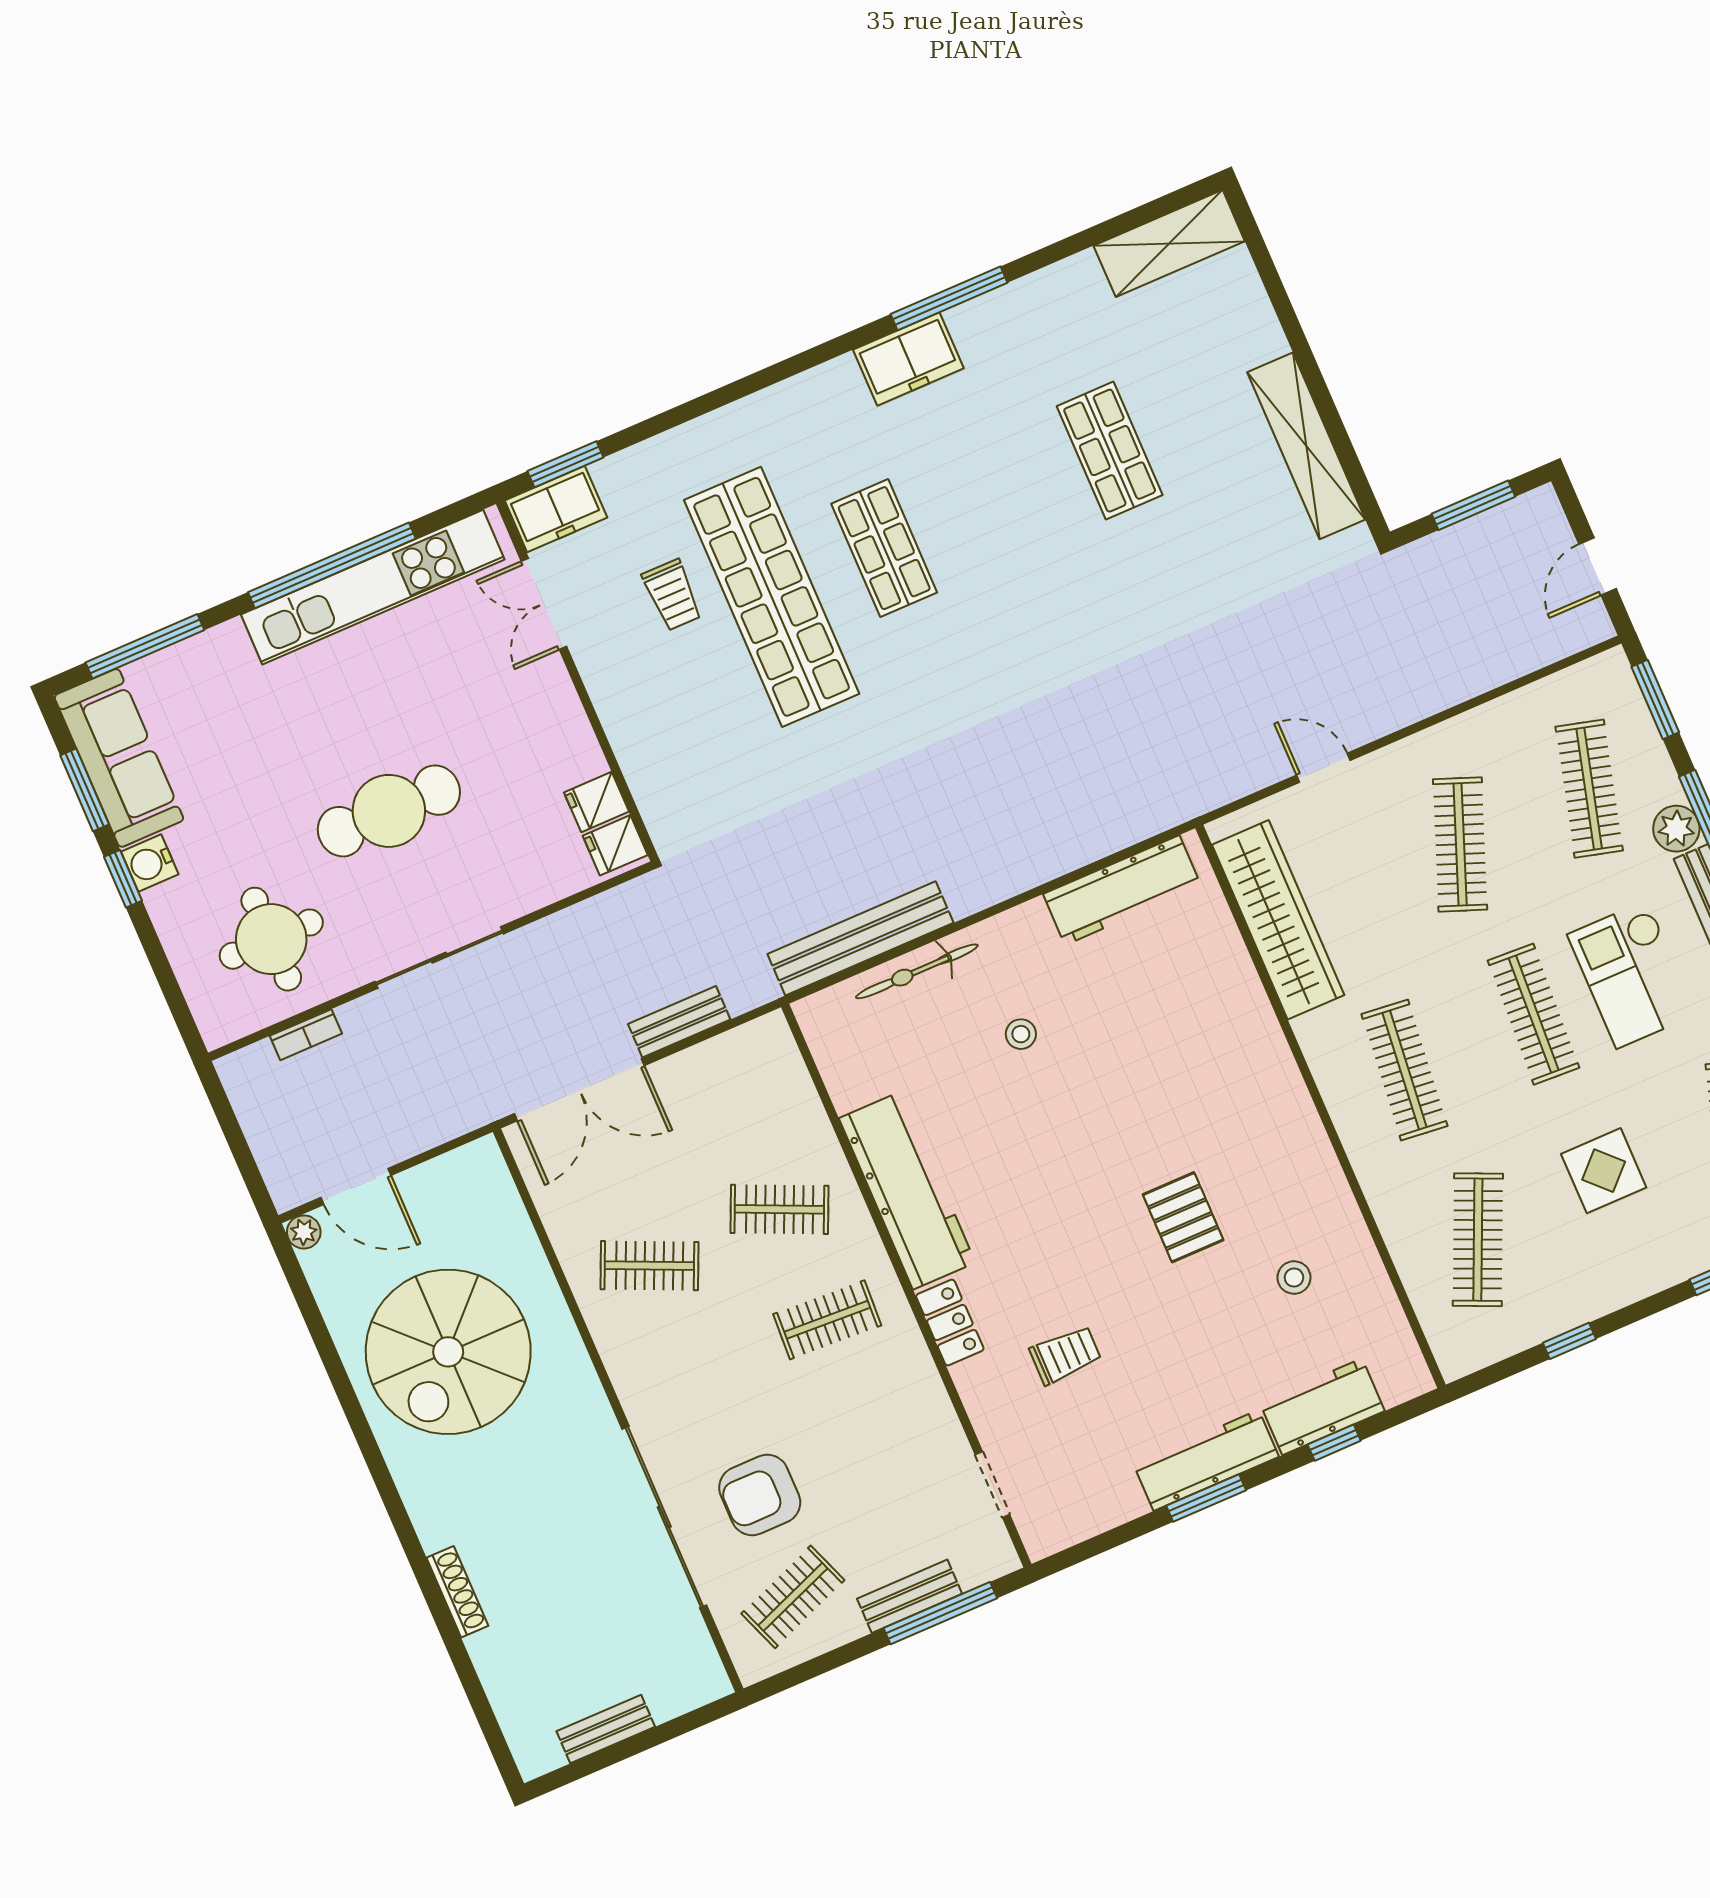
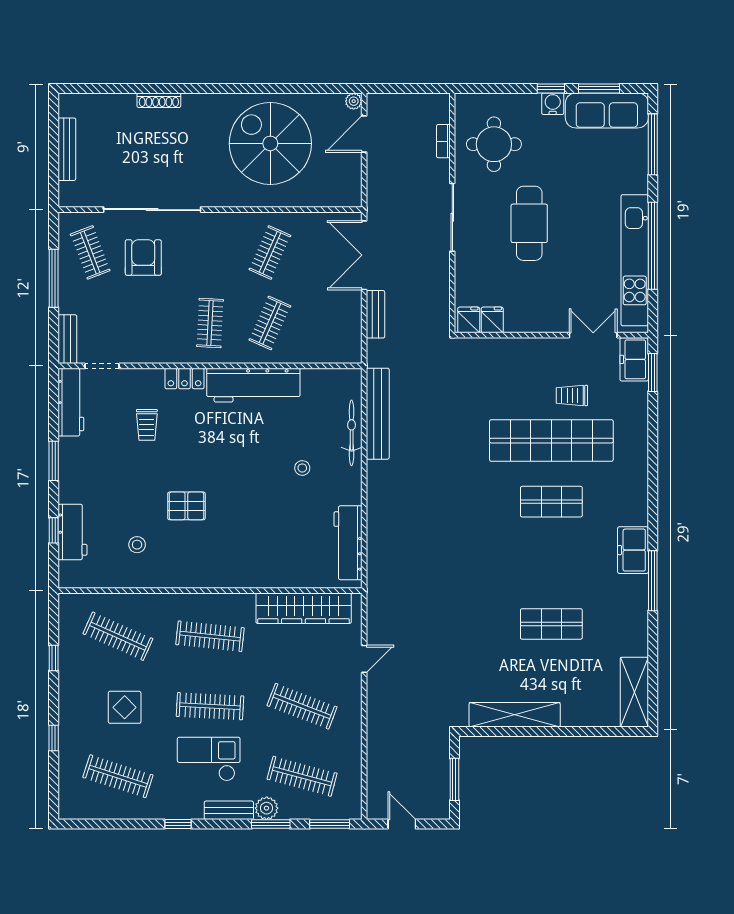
workbench: (1206, 1460) -> (71, 402), moved
bench: (910, 1596) -> (67, 339), moved
window: (940, 1613) -> (54, 278), moved
bench: (606, 1729) -> (67, 149), width x1.36

